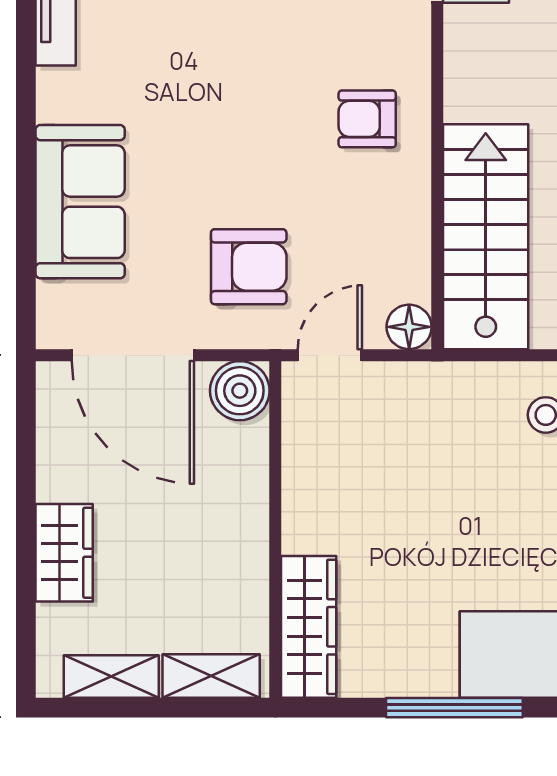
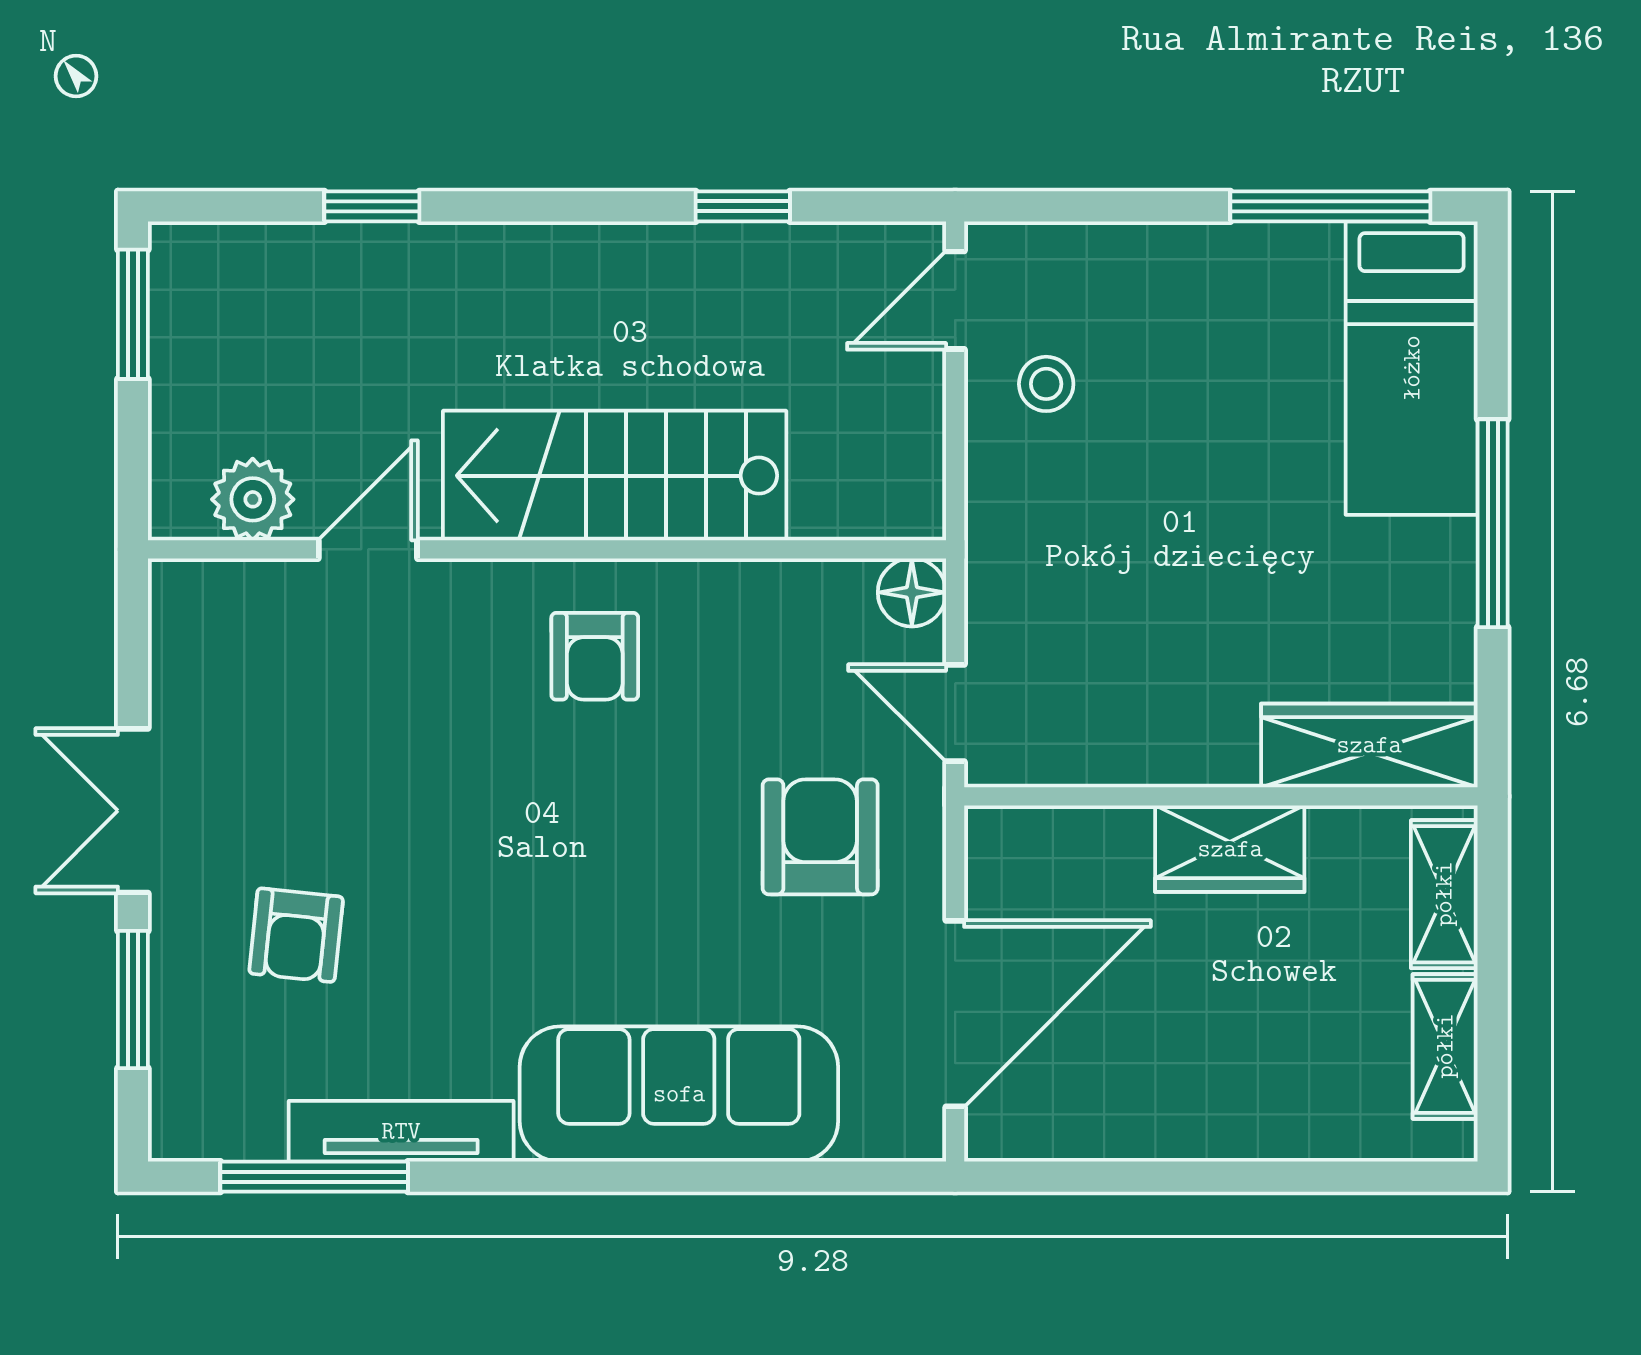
sofa: (80, 202) -> (679, 1094), width x1.36
stairs: (486, 237) -> (615, 476), moved
boiler: (240, 391) -> (1009, 851), removed
wardrobe: (64, 553) -> (1230, 849), moved, turned 180

